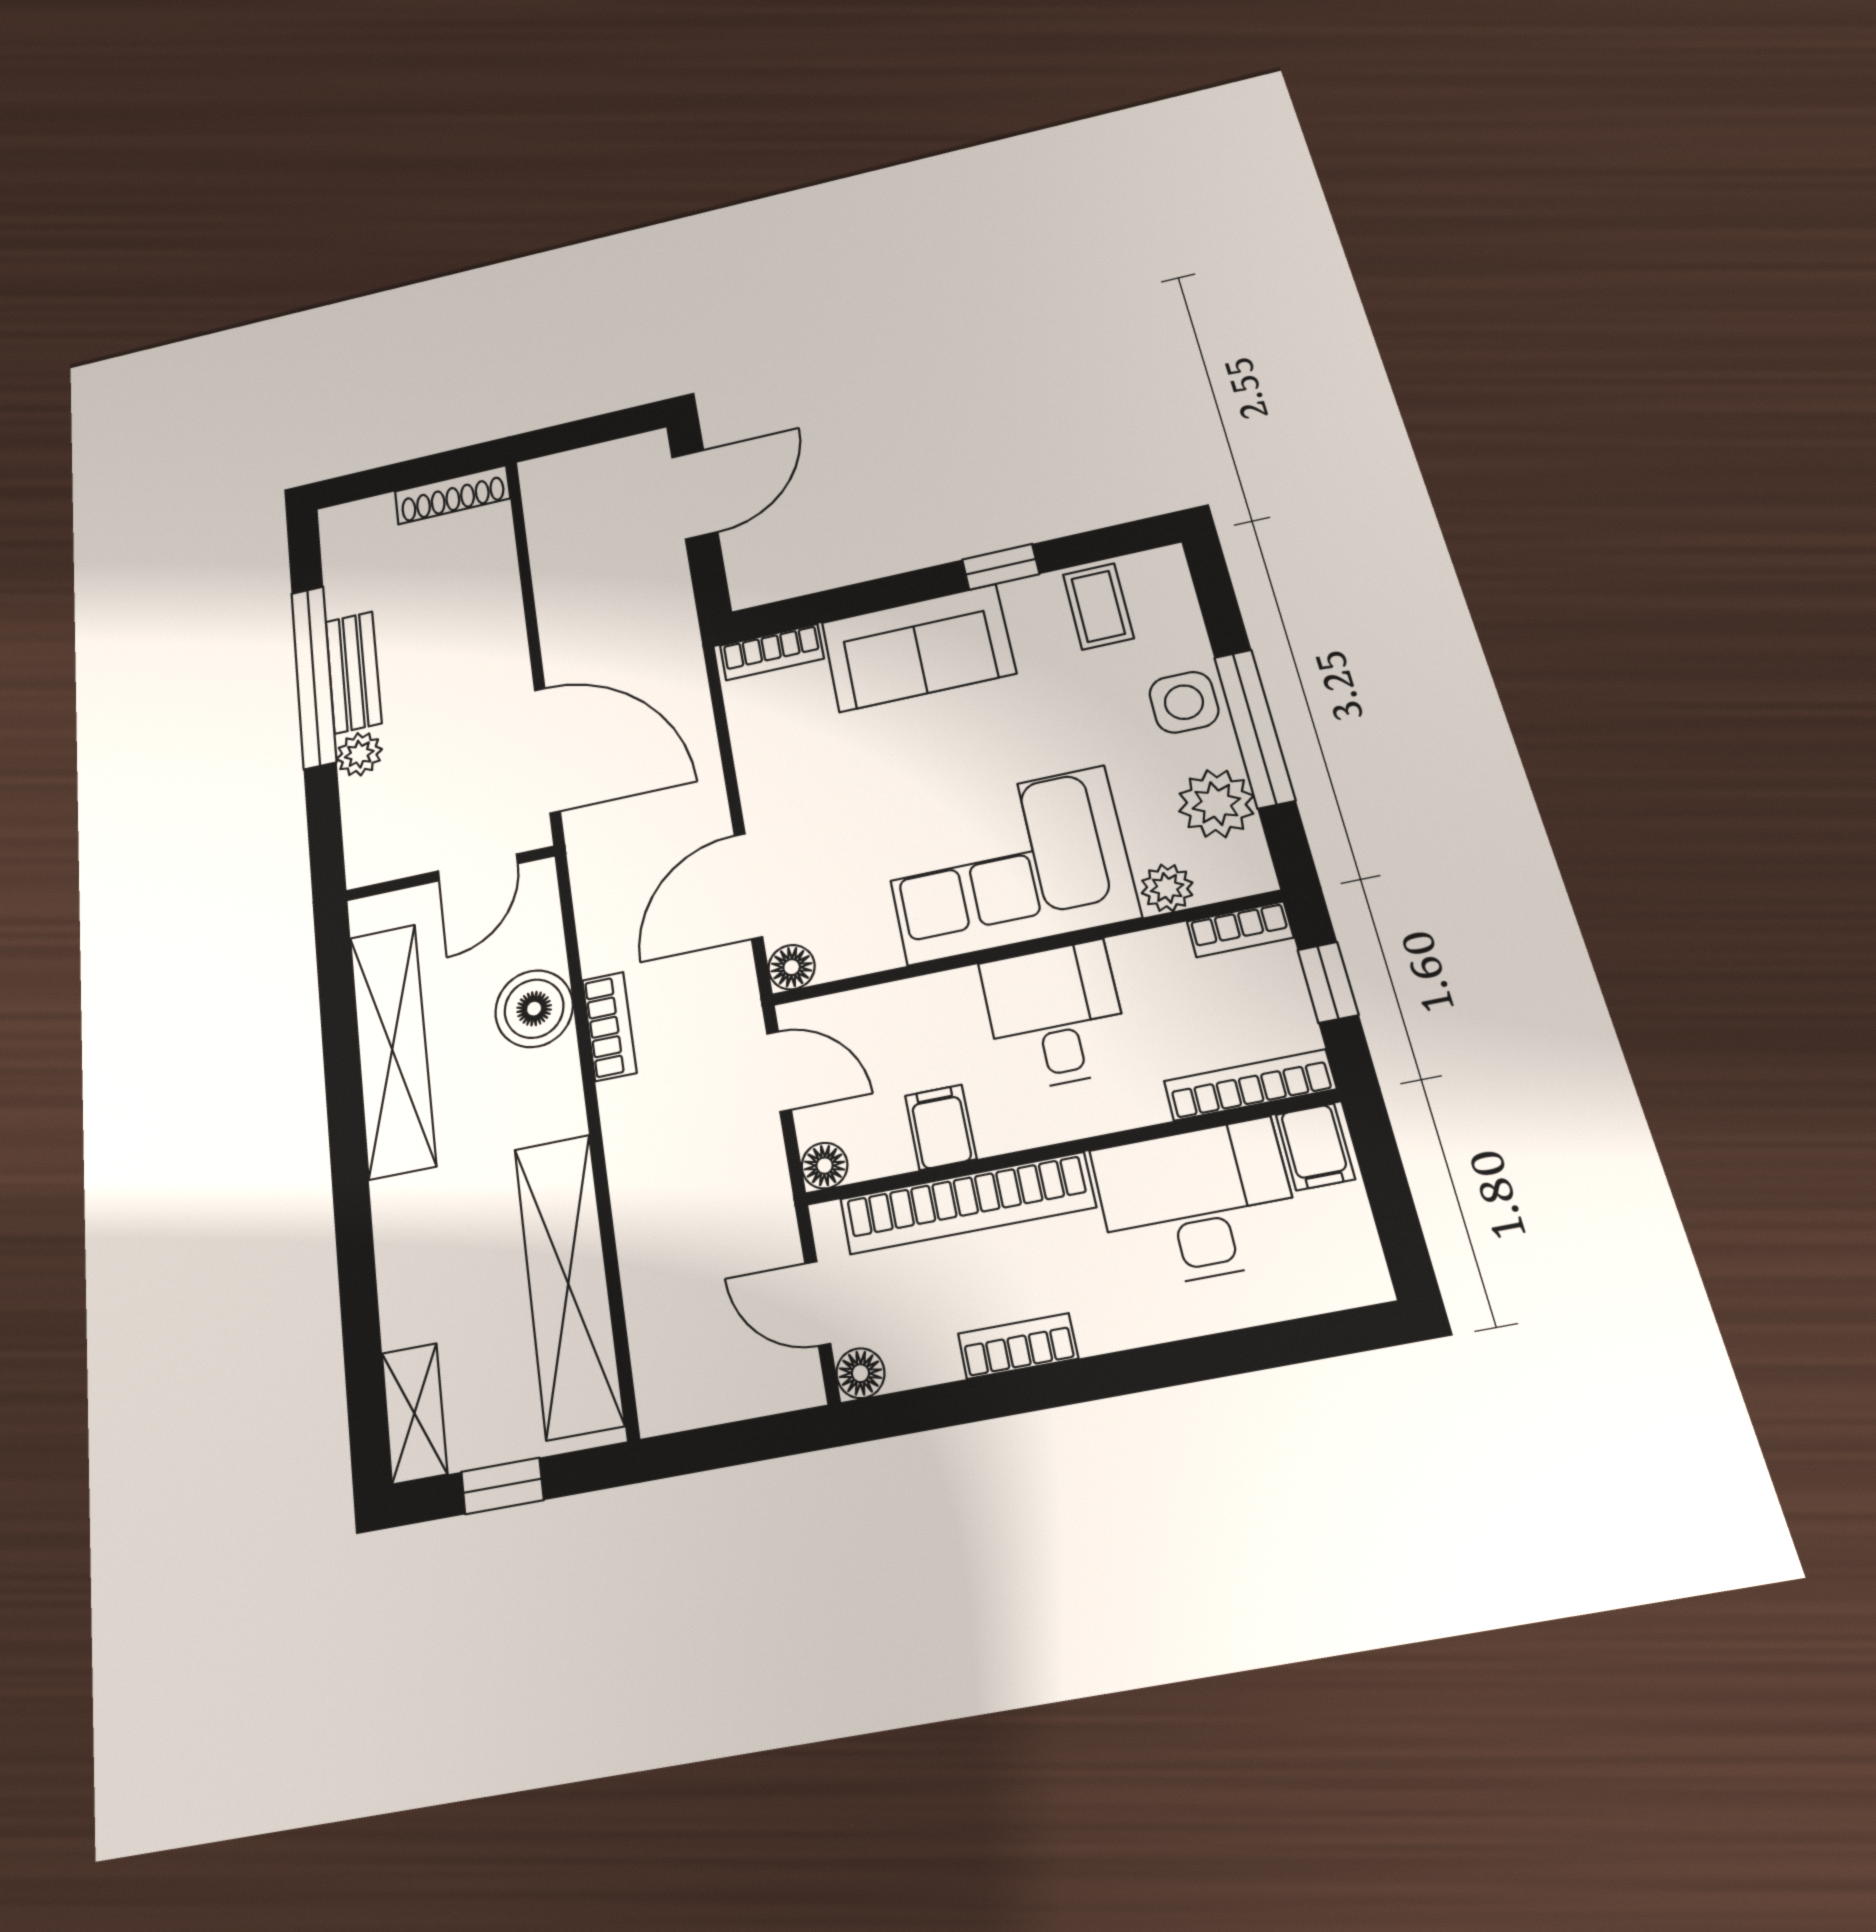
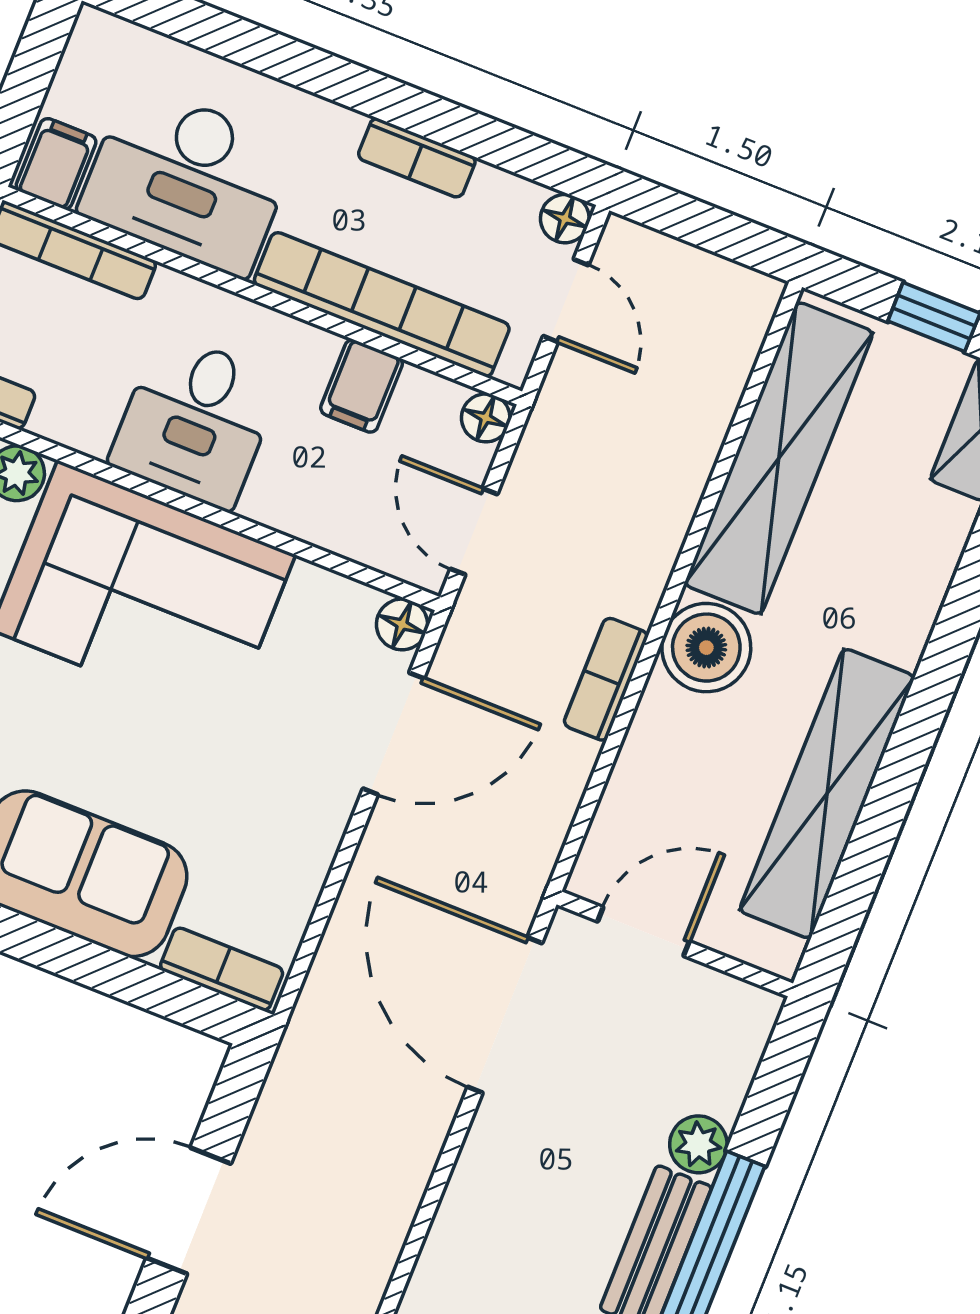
boiler: (534, 1009) -> (706, 648), moved

